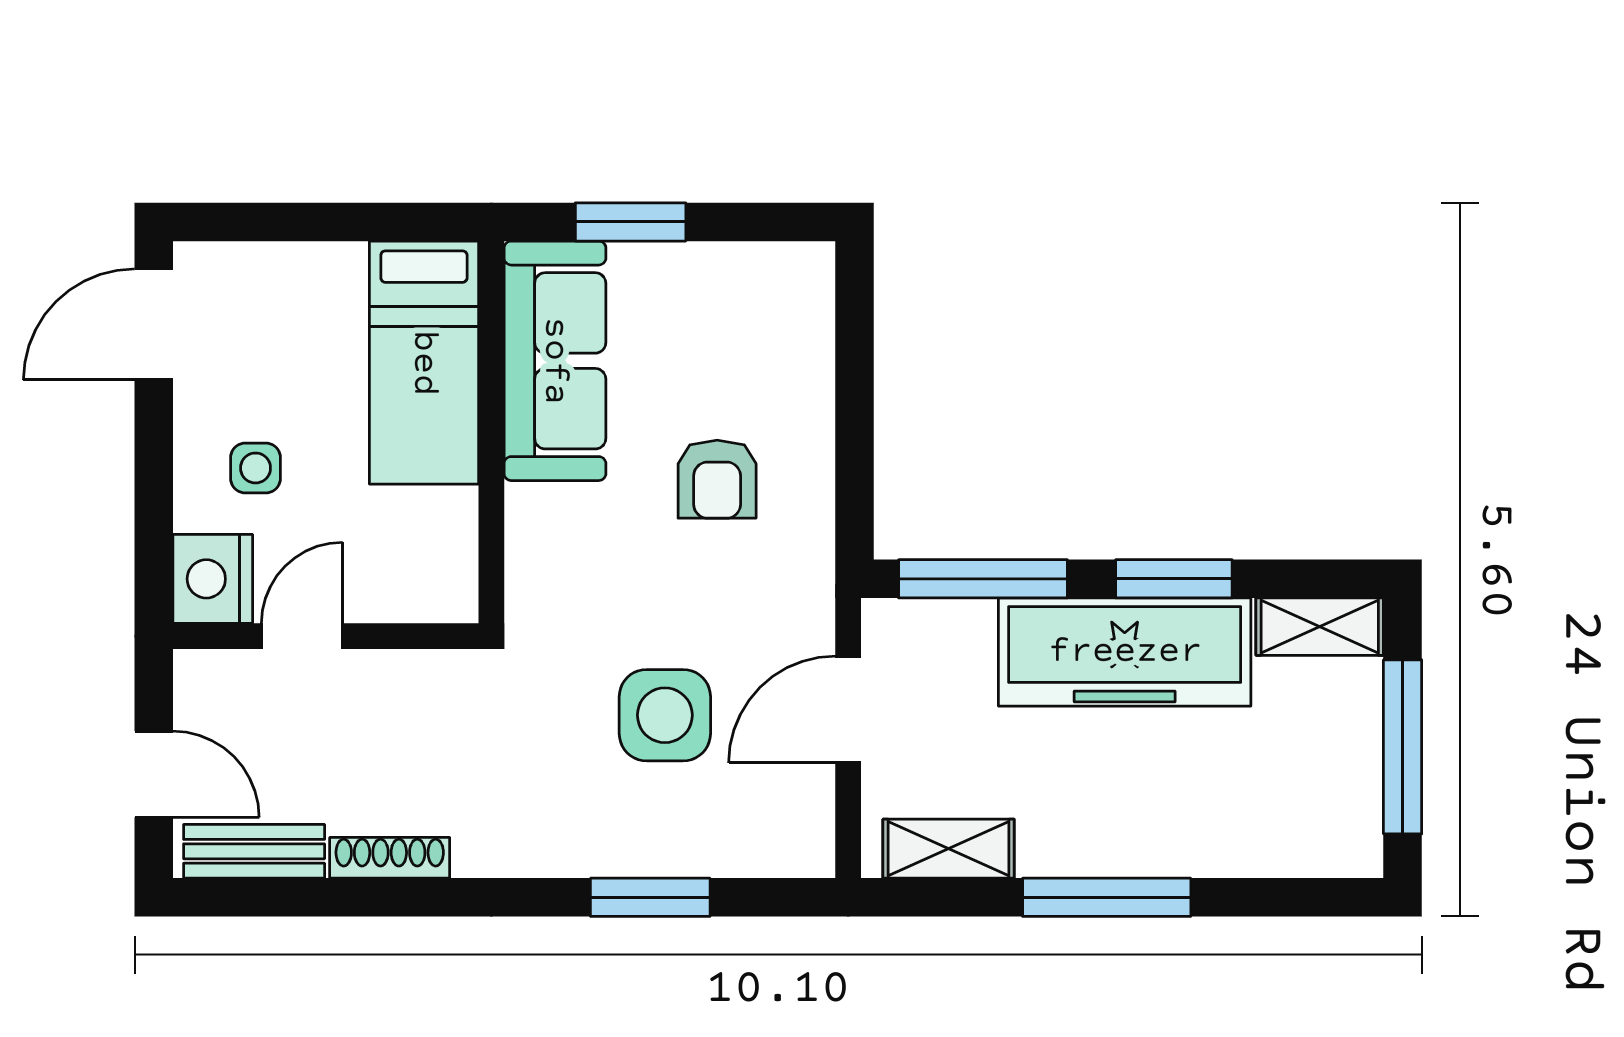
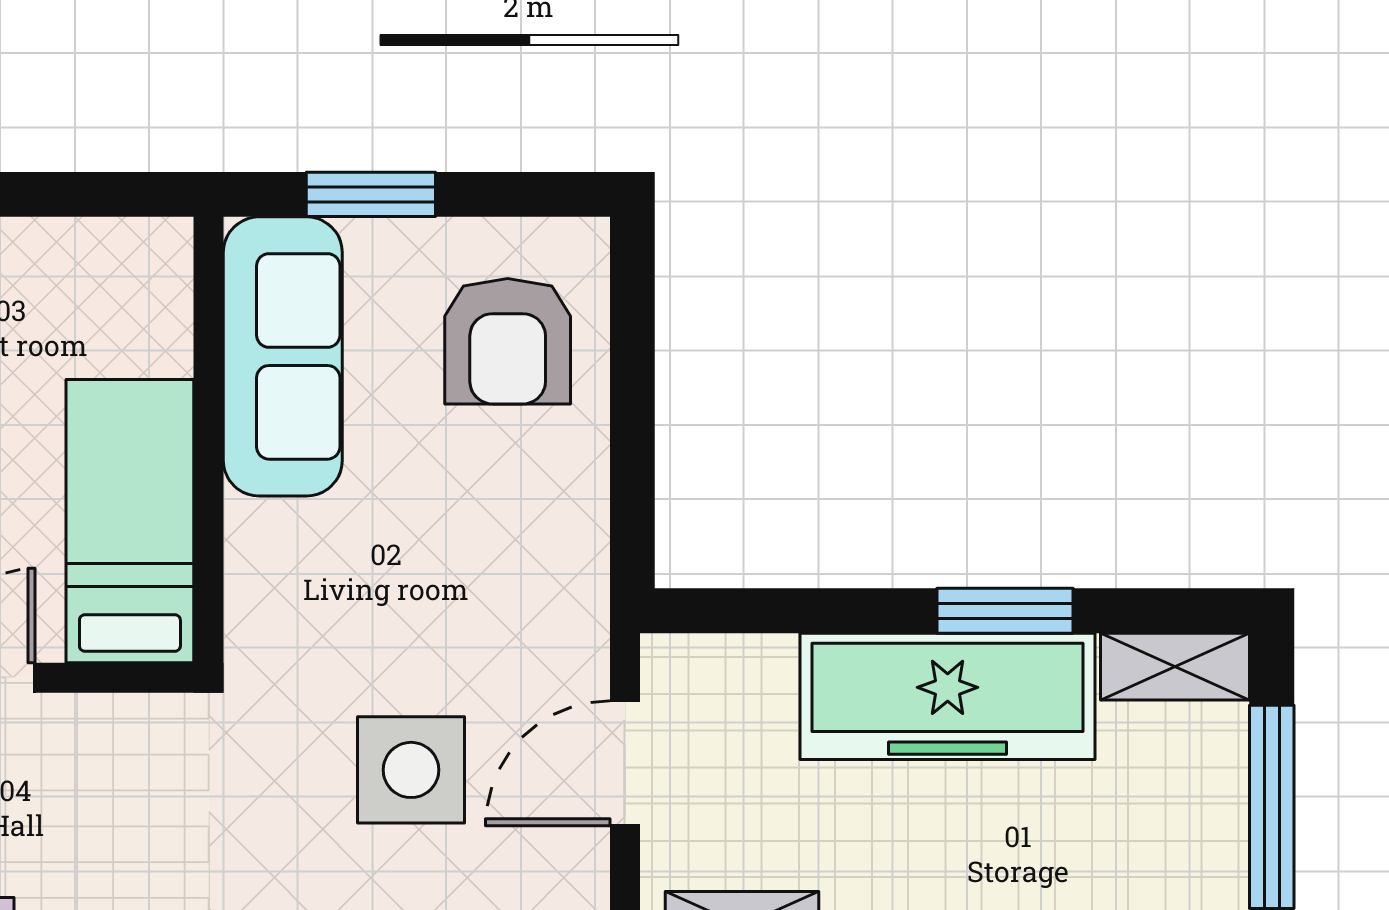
bed: (424, 363) -> (130, 521), moved, turned 180
armchair: (717, 479) -> (508, 341), moved, width x1.38, depth x1.38
window: (983, 579) -> (782, 611), removed

